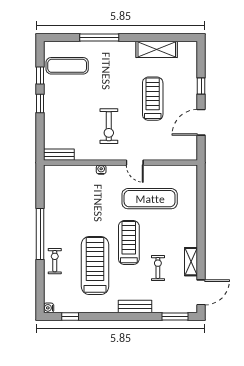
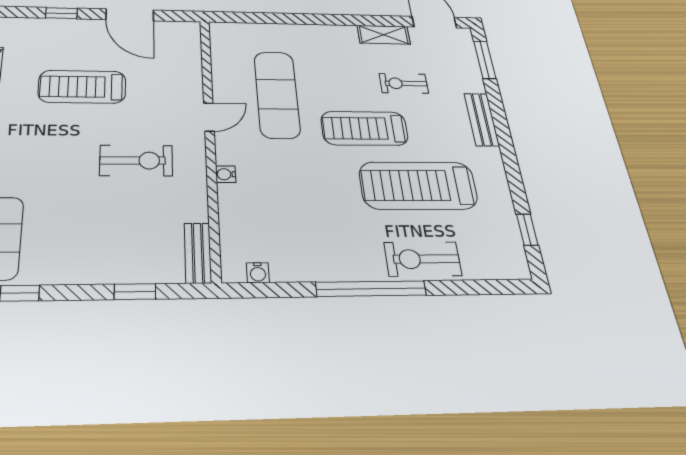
window: (40, 103) -> (135, 292), moved
exercise bike: (55, 261) -> (423, 259), width x1.38, depth x1.39
water cooler: (49, 308) -> (258, 273), moved

